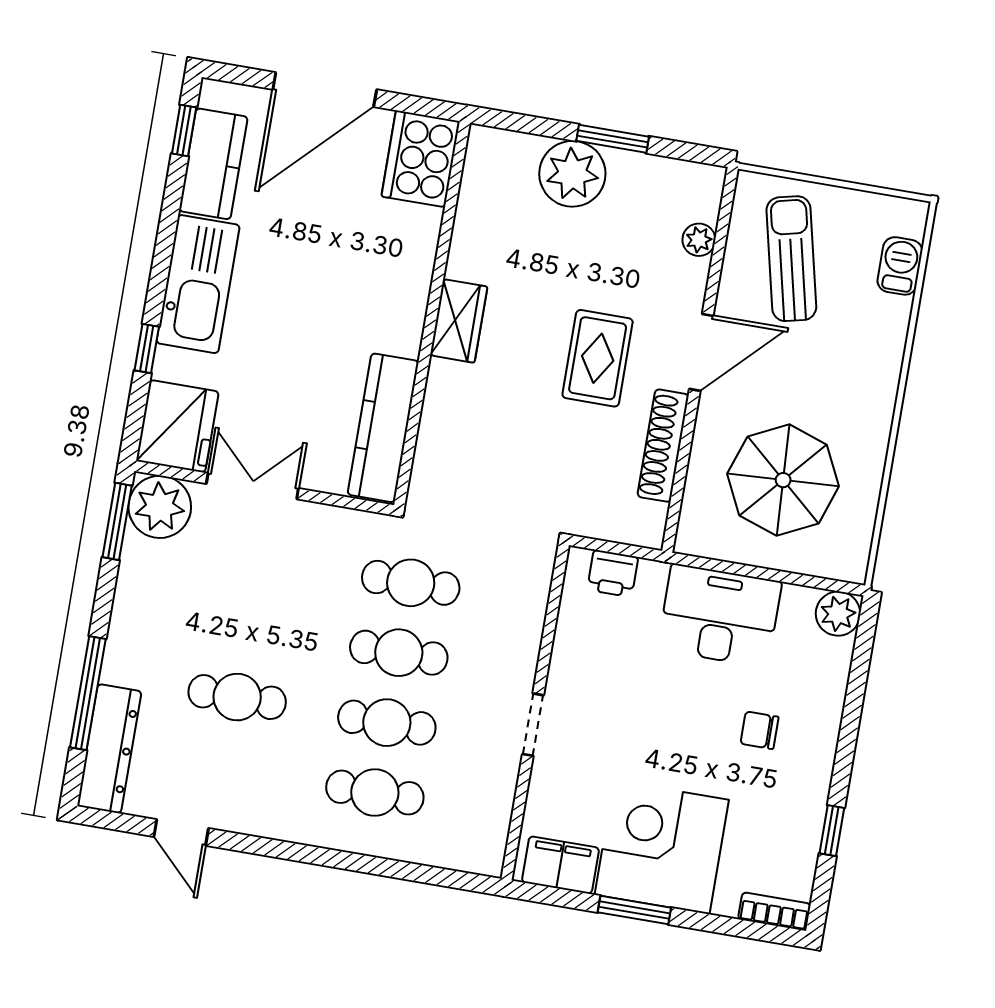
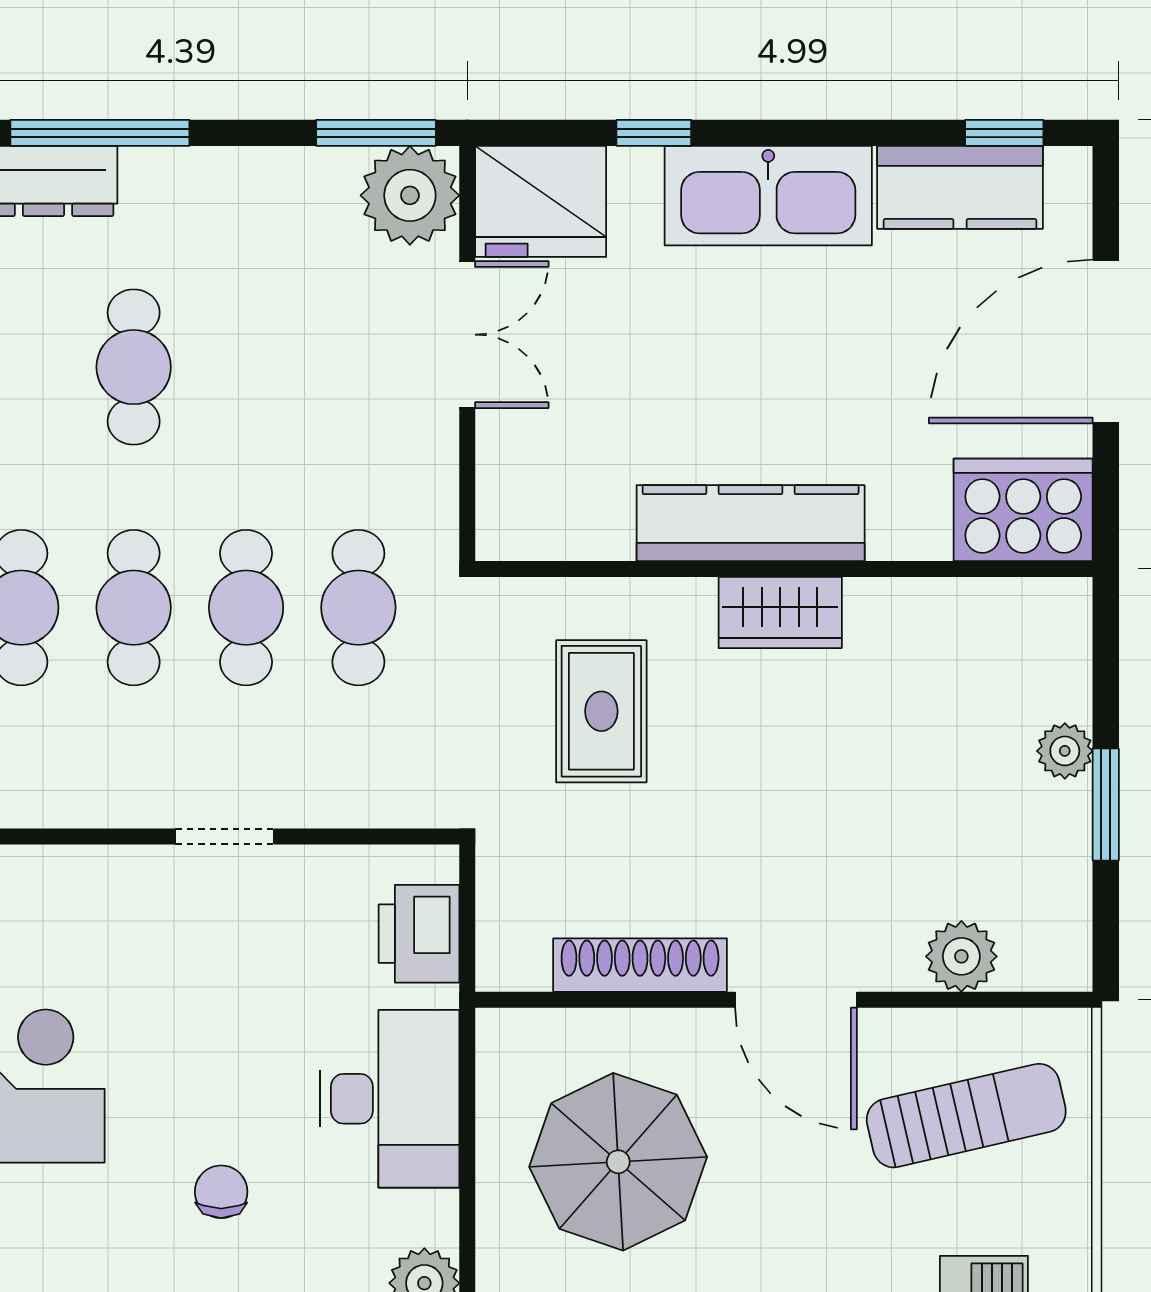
door: (325, 90) -> (1106, 342), hinge flipped
plant: (572, 174) -> (1065, 751), width x0.53, depth x0.53
plant: (699, 240) -> (961, 956), width x1.38, depth x1.38
rug: (598, 358) -> (601, 711), moved, turned 90
kitchen counter: (383, 428) -> (751, 523), moved
printer: (613, 573) -> (419, 934), width x1.36, depth x1.24
doorway: (533, 725) -> (225, 837), moved

